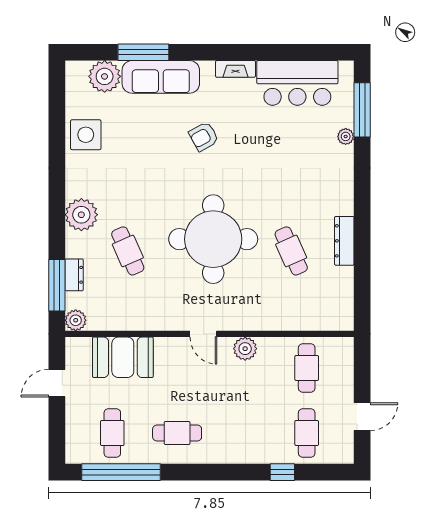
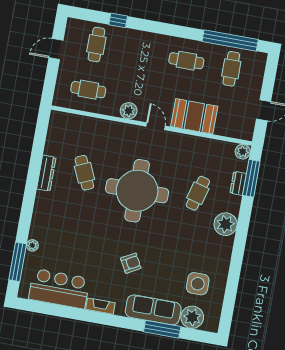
side table: (86, 135) -> (198, 284), moved
cafe table: (128, 251) -> (198, 193), turned 39
booth: (123, 357) -> (194, 116), moved
cafe table: (307, 368) -> (88, 90), turned 90

